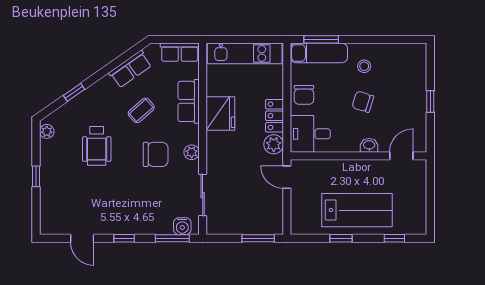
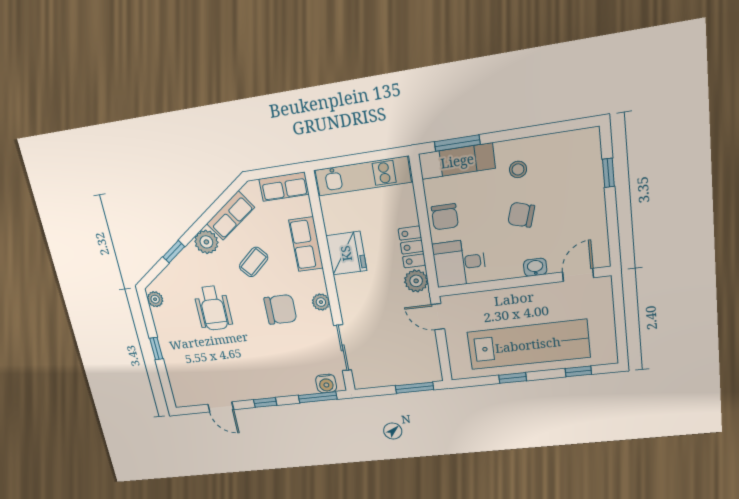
plant: (105, 88) -> (206, 242), added
window: (430, 101) -> (609, 173), moved
lab bench: (357, 210) -> (528, 345), width x1.36

